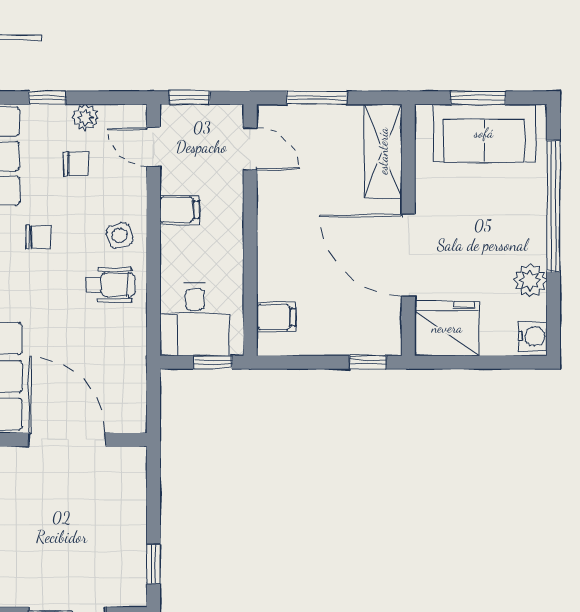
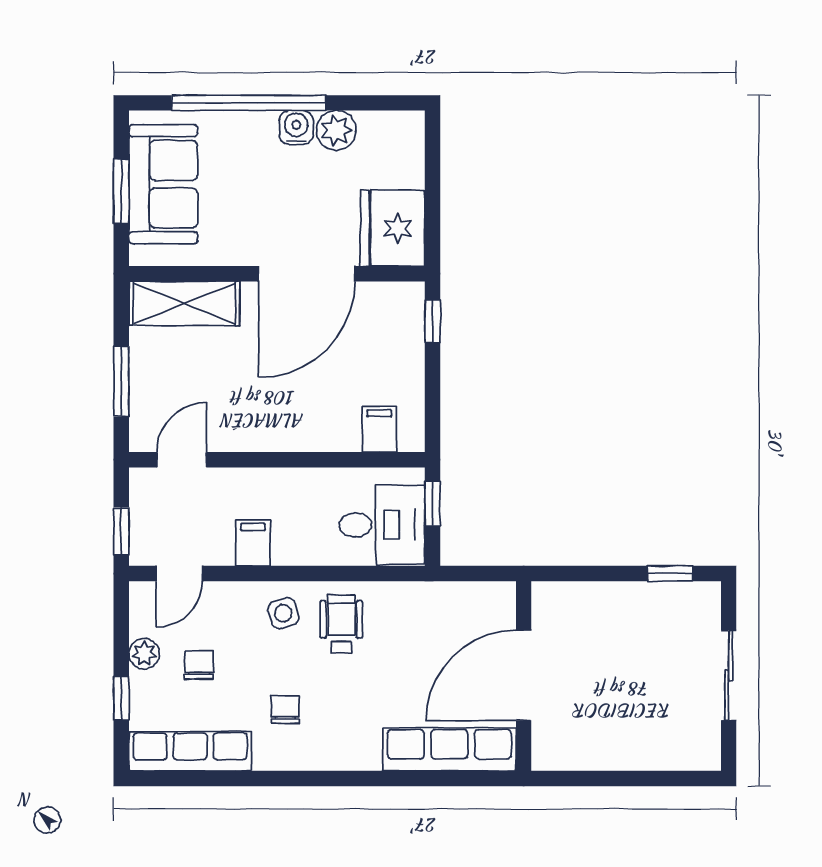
water cooler: (532, 336) -> (296, 127), moved

